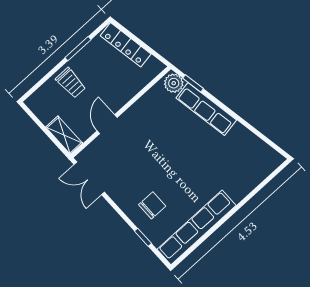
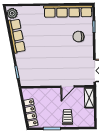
plant: (174, 83) -> (12, 13), moved
row of seats: (206, 109) -> (17, 36), moved

